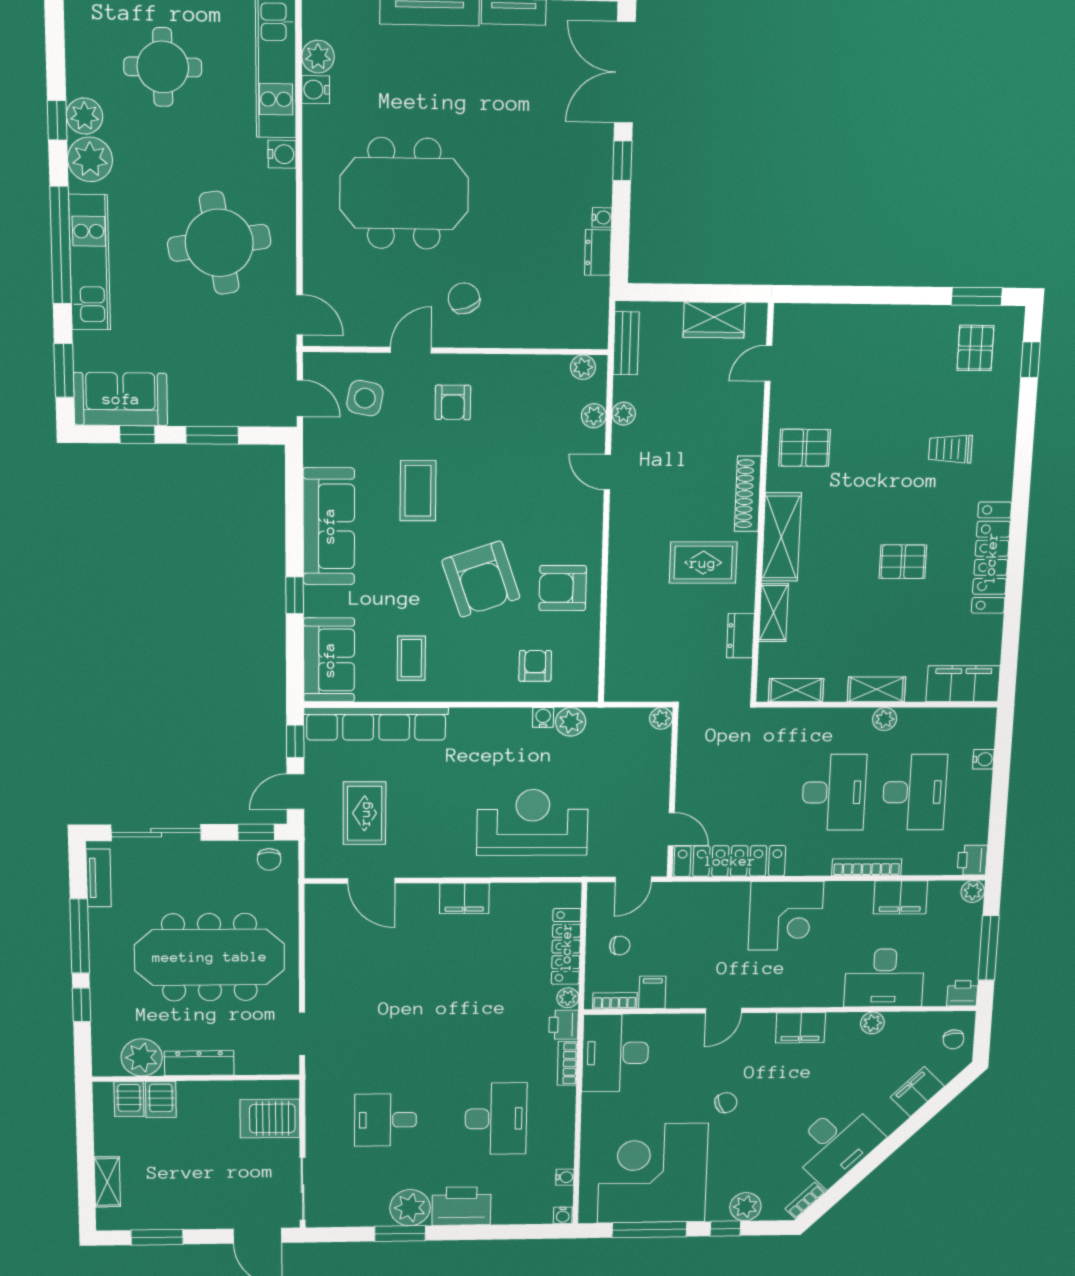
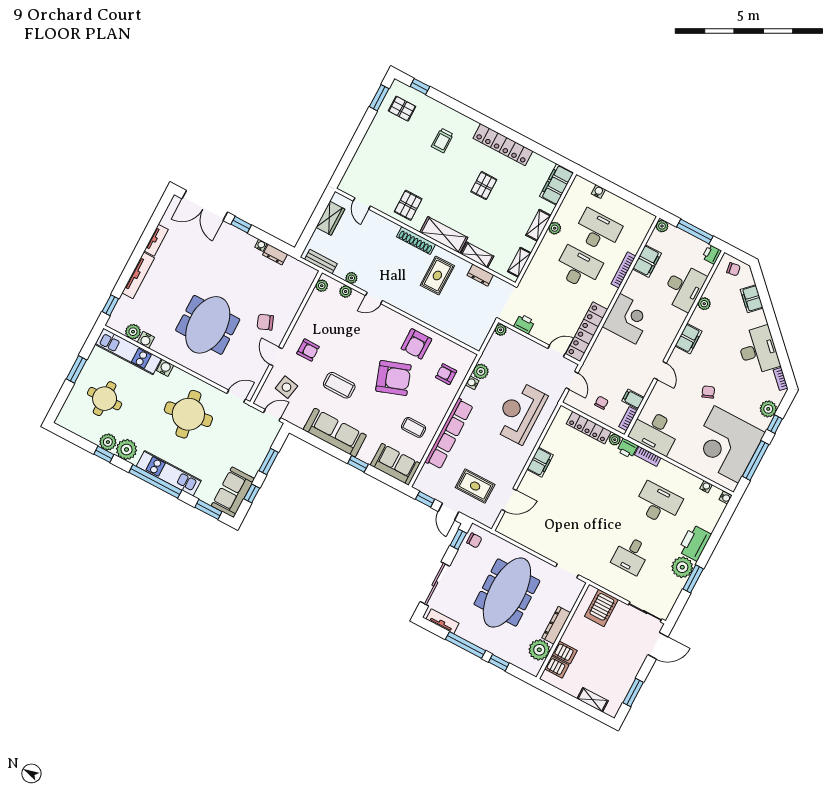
row of seats: (376, 724) -> (449, 434), moved
printer: (972, 860) -> (524, 324), moved, turned 180

